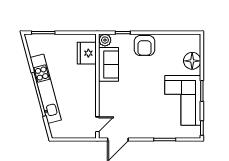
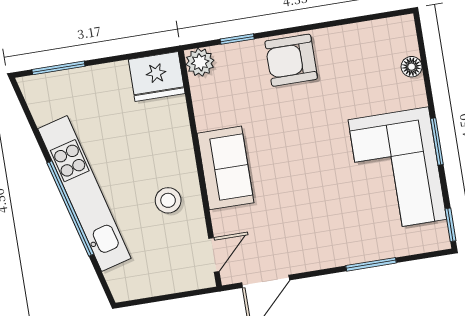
armchair: (145, 46) -> (291, 60), turned 90
fridge: (87, 53) -> (157, 77), moved, turned -90
floor lamp: (192, 61) -> (412, 67), width x0.53, depth x0.53
sofa: (109, 64) -> (225, 168), moved
stool: (81, 98) -> (168, 200), added

